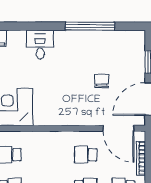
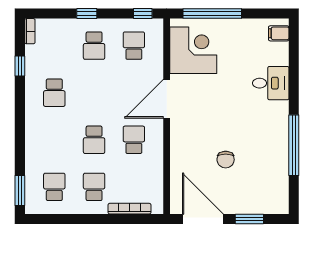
chair: (102, 81) -> (226, 160), turned 90
door: (118, 128) -> (167, 99), moved

